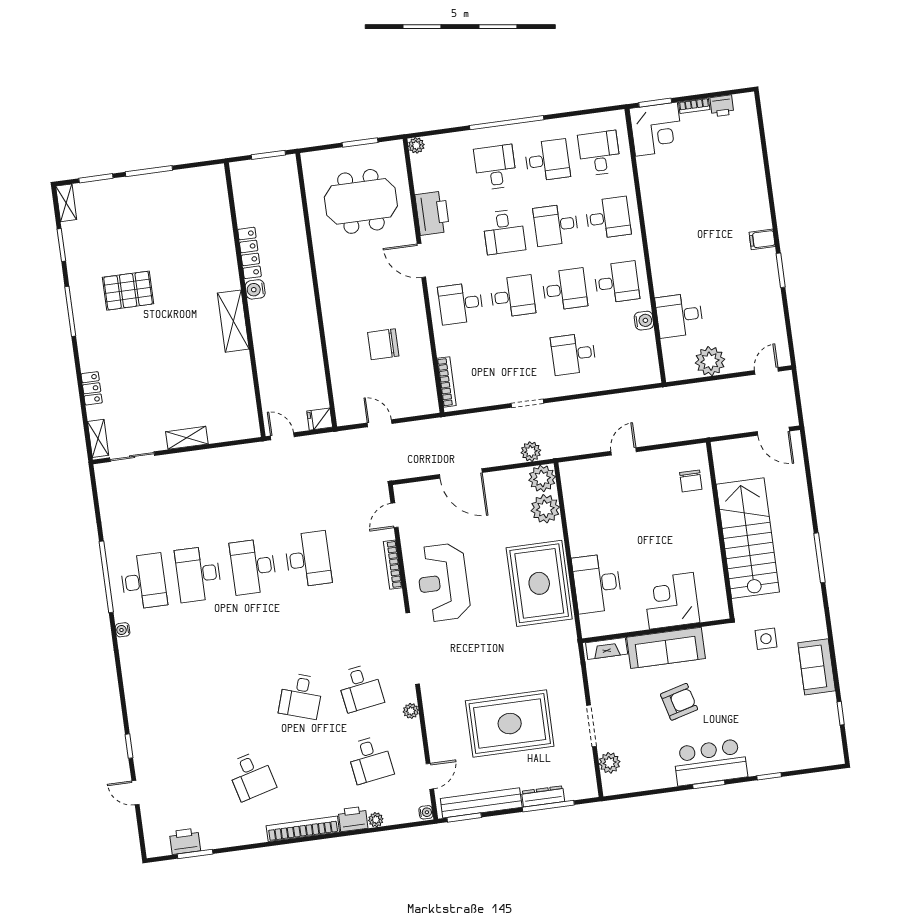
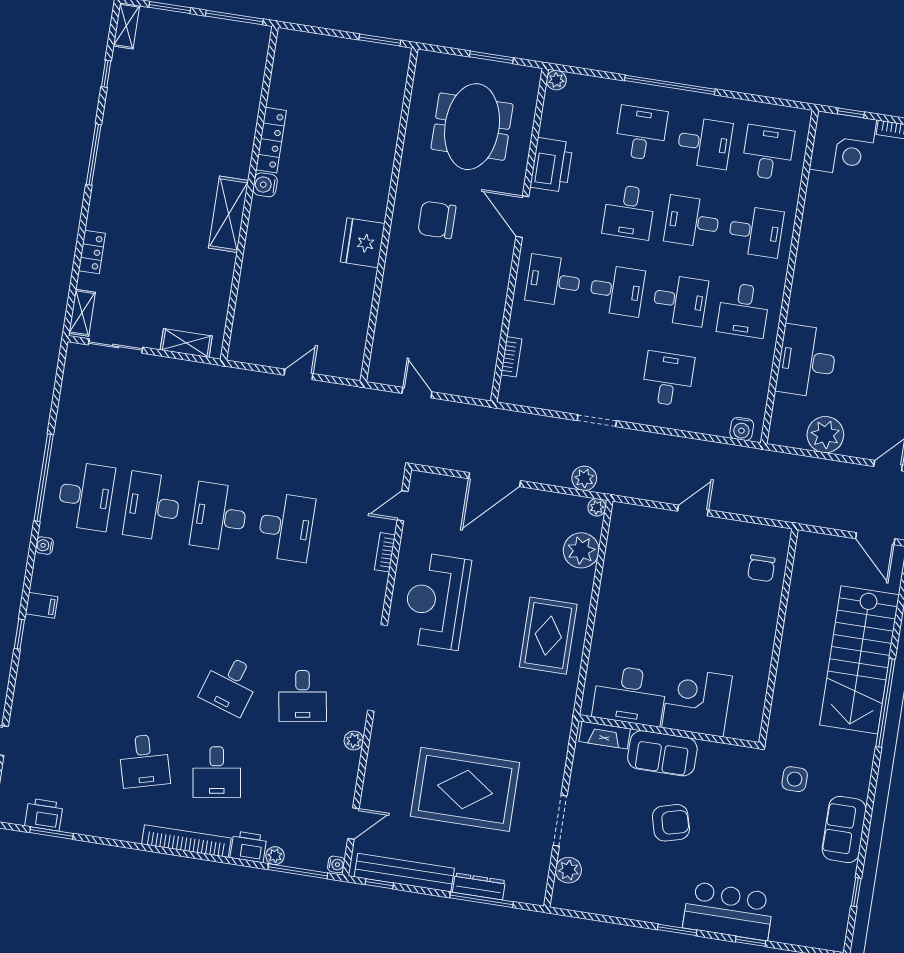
window: (655, 103) -> (851, 113), width x0.67
meeting table: (361, 201) -> (472, 127), turned 90
window: (61, 245) -> (106, 74), width x0.67
locker: (250, 253) -> (271, 140), moved
desk: (617, 282) -> (743, 310), turned 90
water cooler: (255, 289) -> (265, 185), moved
pallet: (128, 291) -> (168, 150), removed
wall: (245, 300) -> (249, 193), moved
desk: (679, 315) -> (807, 361), width x1.37
shelving: (233, 321) -> (228, 214), moved
water cooler: (644, 321) -> (742, 429), moved, turned 90
chair: (383, 344) -> (437, 220), moved
desk: (573, 354) -> (668, 379), turned 90
bookcase: (447, 382) -> (511, 357), width x0.64
fridge: (320, 419) -> (363, 243), moved, width x1.88, depth x1.34
door: (282, 436) -> (299, 374), hinge flipped
door: (461, 473) -> (495, 480), hinge flipped
plant: (542, 478) -> (597, 507), width x0.53, depth x0.53
stairs: (748, 538) -> (859, 660), moved, turned 180
window: (820, 558) -> (885, 703), width x1.46
bookcase: (393, 565) -> (385, 552), width x0.64
rug: (539, 583) -> (548, 636), width x0.73, depth x0.69
desk: (597, 583) -> (630, 695), moved, turned -90
sofa: (666, 648) -> (662, 753), width x0.73
filing cabinet: (134, 677) -> (42, 605), added
window: (129, 746) -> (19, 634), moved
desk: (370, 760) -> (217, 772), moved
bar counter: (710, 762) -> (728, 911), moved
window: (464, 818) -> (379, 884), width x0.67
window: (397, 827) -> (298, 871), added

